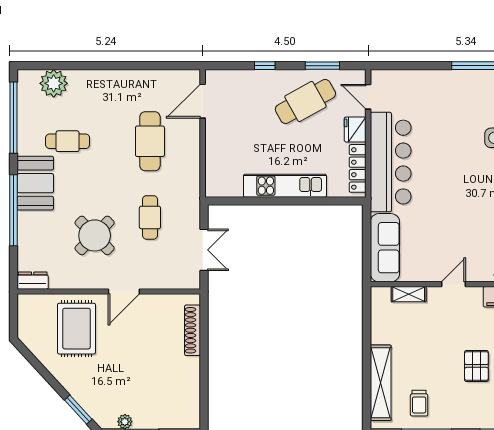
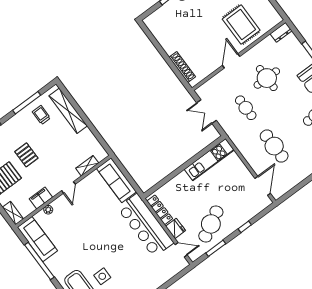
kitchen unit: (285, 186) -> (209, 160), moved
round table: (95, 235) -> (267, 78), turned 45

